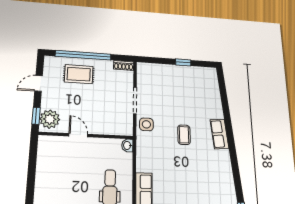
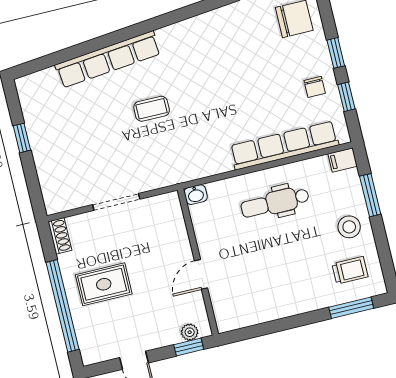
rug: (79, 74) -> (104, 284), moved, turned 90
plant: (50, 119) -> (190, 332), width x0.53, depth x0.53
side table: (146, 124) -> (152, 173), removed
row of seats: (219, 134) -> (108, 59), width x2.02

